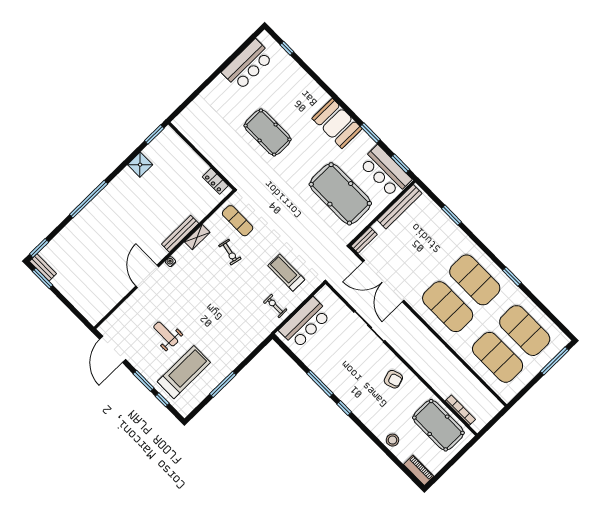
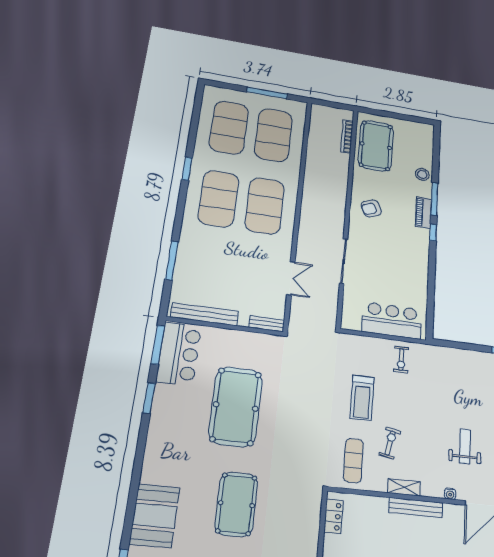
booth: (337, 123) -> (155, 516), moved
window: (400, 163) -> (158, 345), width x1.44
pool table: (340, 194) -> (236, 406), moved
window: (451, 215) -> (172, 260), width x1.44
treadmill: (286, 273) -> (362, 398), moved
double door: (383, 281) -> (291, 278), width x0.54
weight bench: (190, 297) -> (465, 446), added
window: (555, 361) -> (267, 93), moved
armchair: (393, 379) -> (371, 208), turned -95
window: (320, 384) -> (434, 199), moved
piano: (419, 470) -> (423, 213), moved

